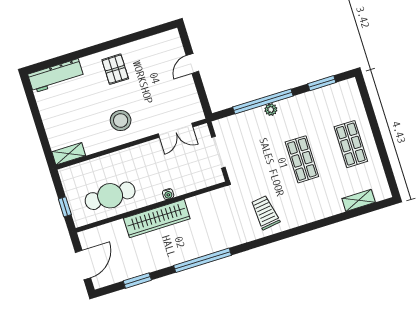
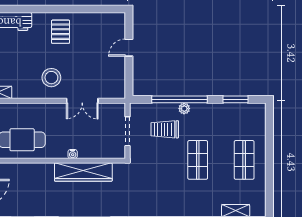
double door: (175, 130) -> (82, 101), moved
trolley: (265, 213) -> (165, 129), moved, turned -82
wardrobe: (157, 218) -> (83, 172), moved

